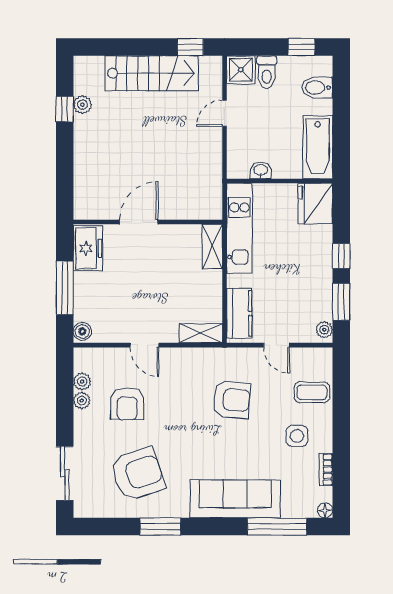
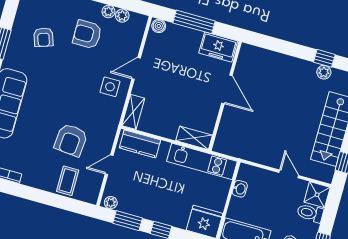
armchair: (231, 399) -> (71, 140), moved
armchair: (127, 404) -> (87, 34), moved
side table: (297, 436) -> (110, 87), moved
armchair: (138, 474) -> (43, 37), width x0.53, depth x0.53

